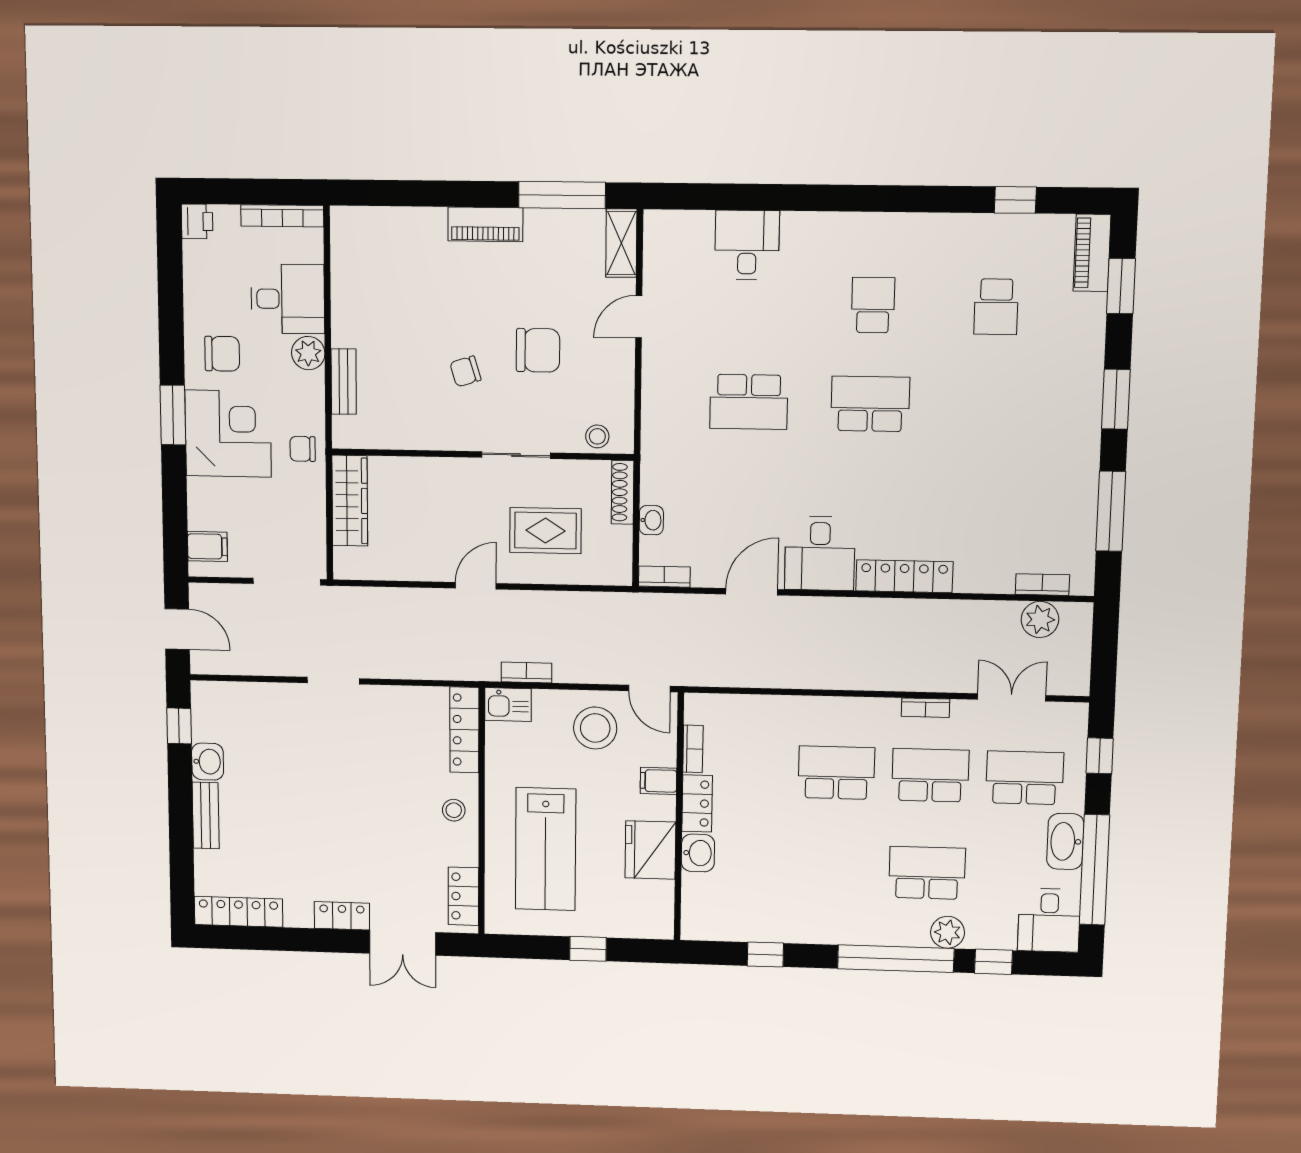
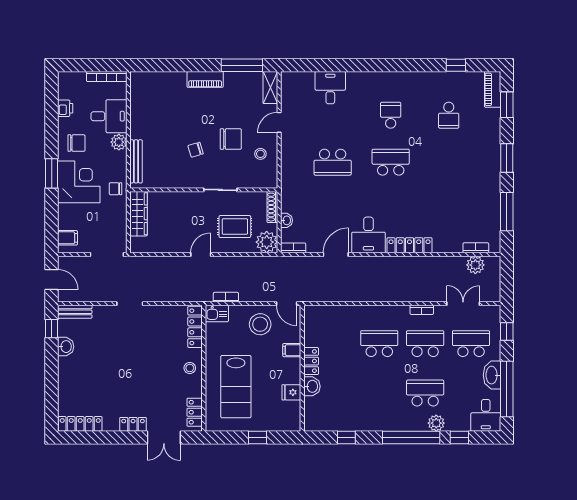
printer: (197, 221) -> (65, 108), moved
bench: (344, 382) -> (136, 161), width x1.36
stool: (597, 436) -> (260, 154), moved
plant: (610, 564) -> (267, 242), added
bookcase: (693, 749) -> (309, 333), removed
bench: (206, 815) -> (75, 312), moved, turned 90
fridge: (650, 850) -> (291, 392), width x0.53, depth x0.75

